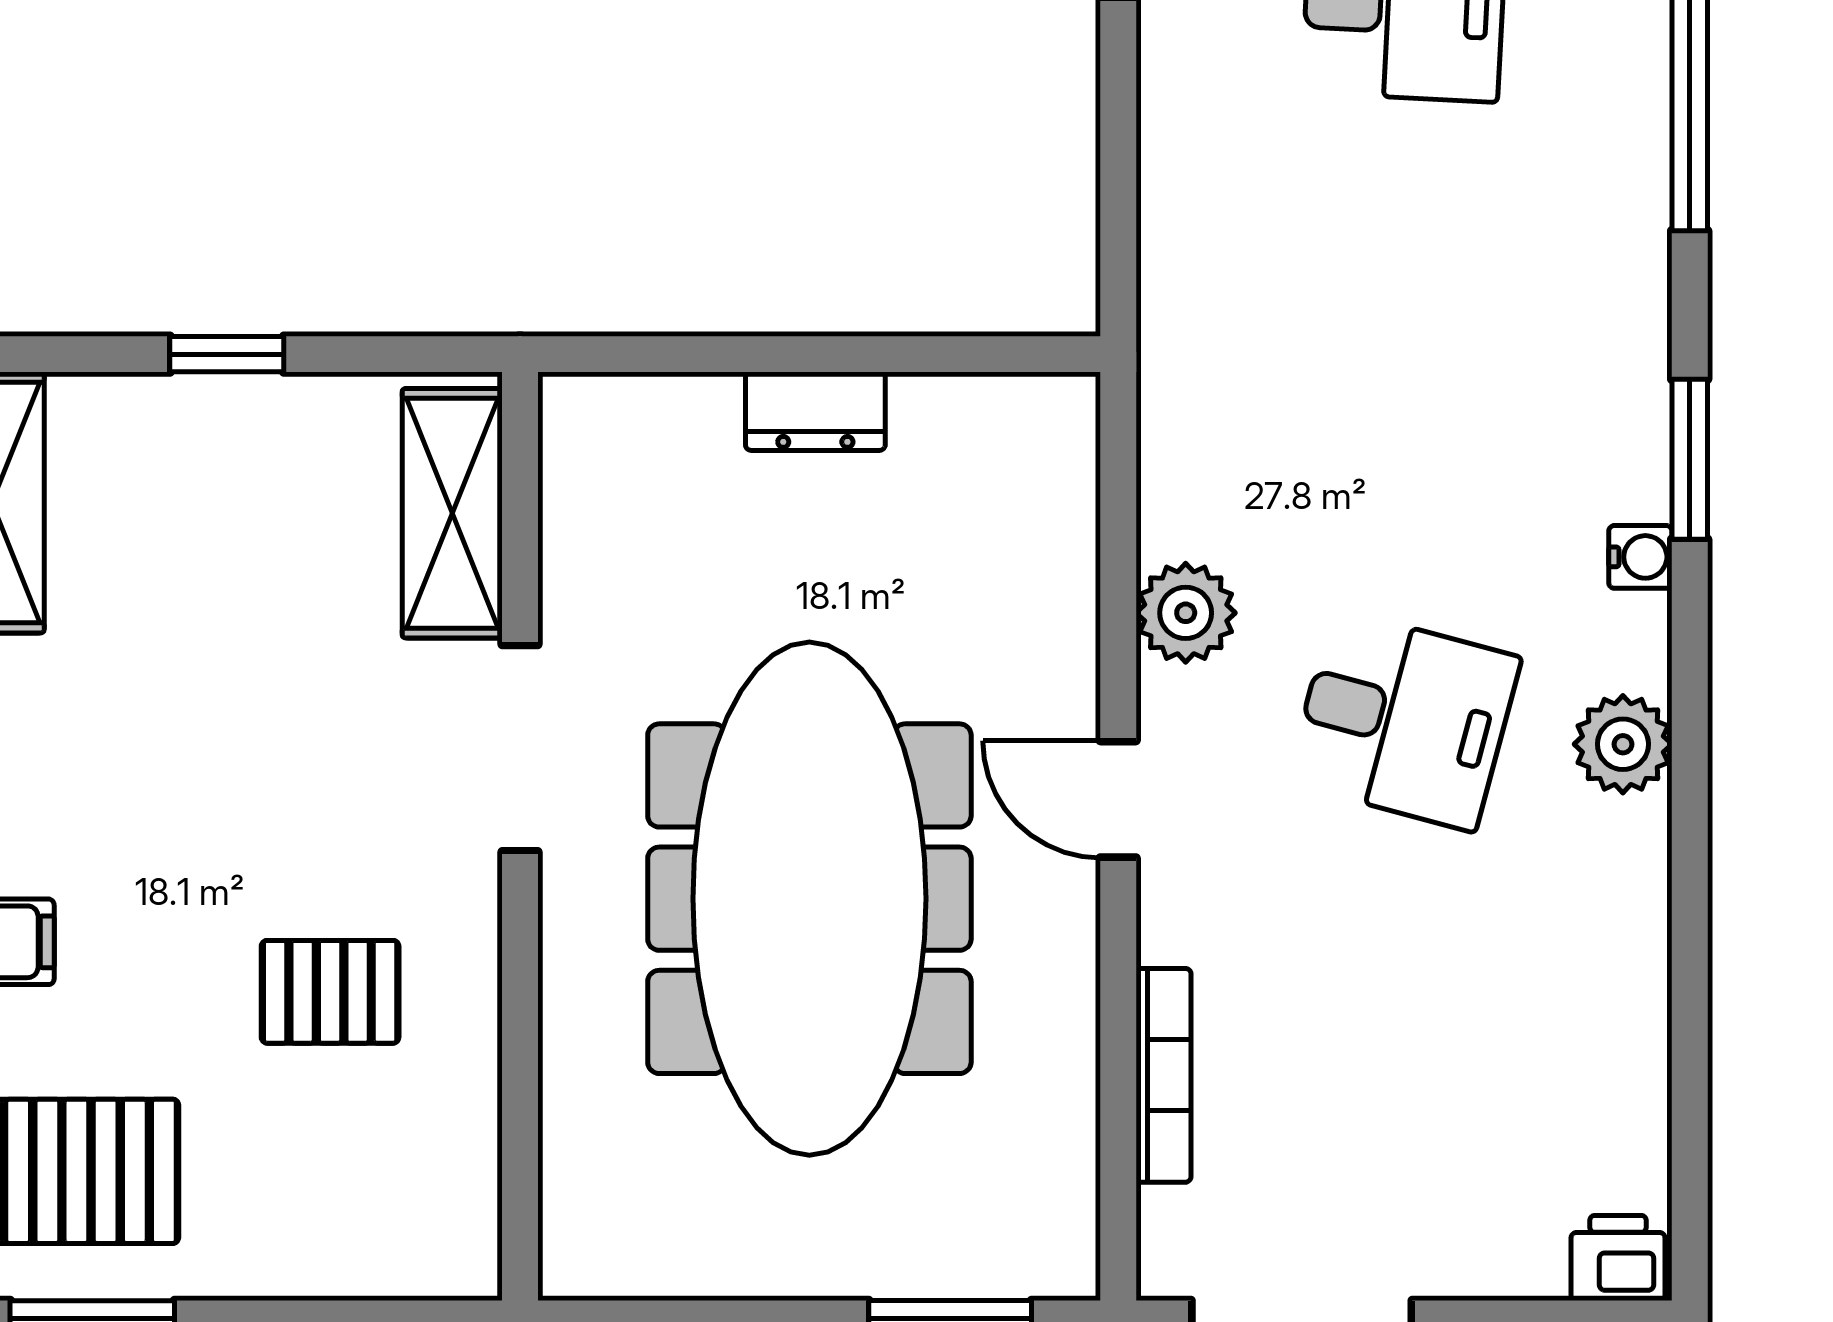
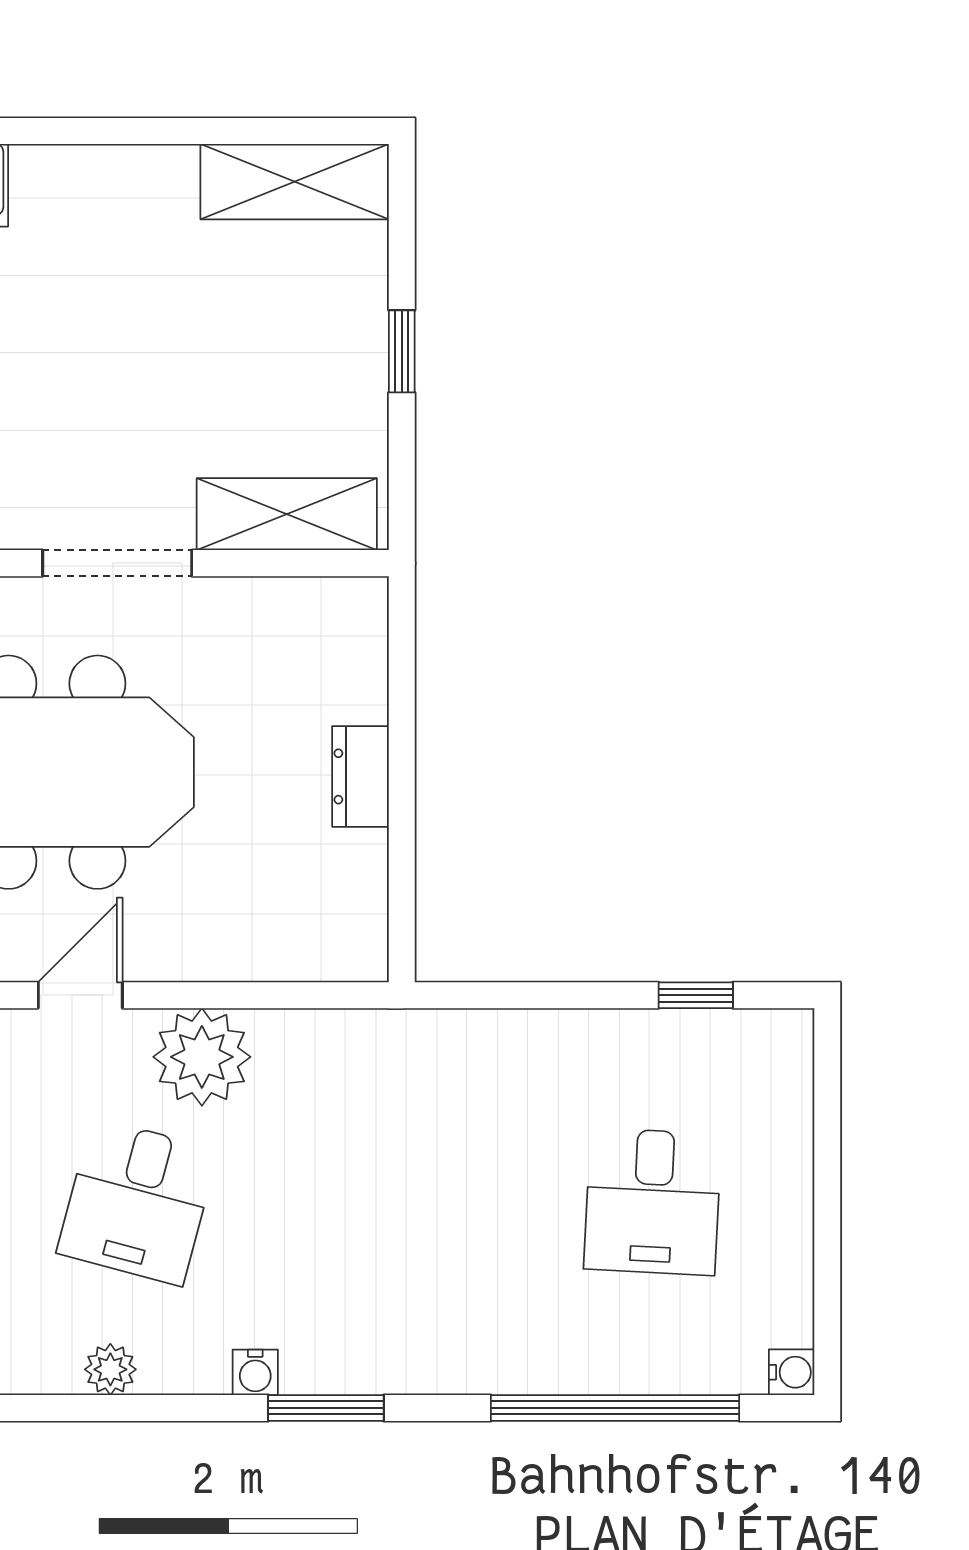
plant: (1186, 613) -> (202, 1057), width x1.36, depth x1.36
plant: (1623, 744) -> (110, 1369), width x0.73, depth x0.73

